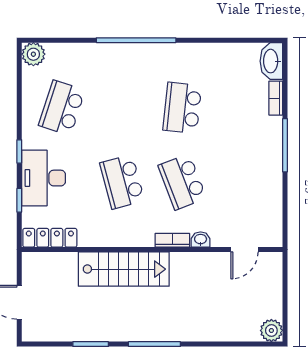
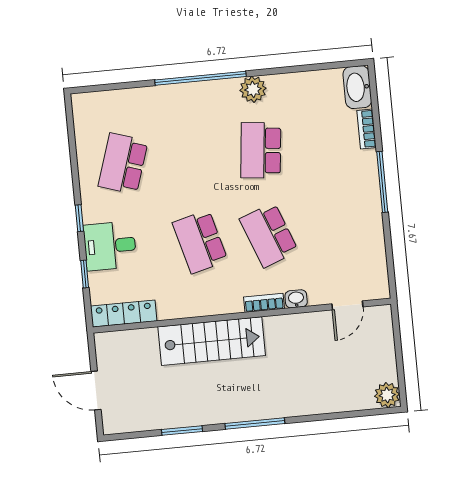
plant: (33, 54) -> (253, 89), moved
desk: (44, 178) -> (110, 246), width x0.73

